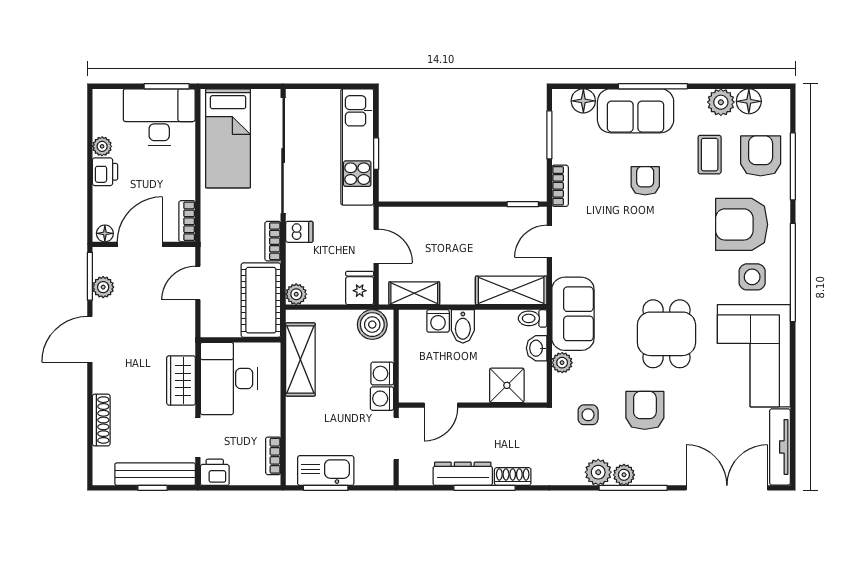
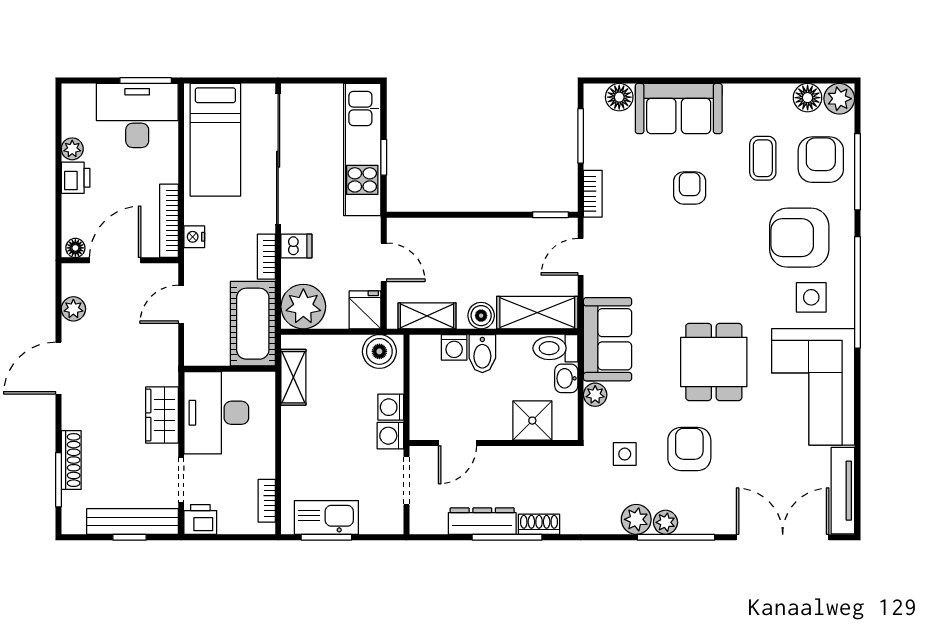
window: (653, 86) -> (698, 81), removed
plant: (721, 102) -> (839, 99), moved
bookcase: (187, 221) -> (169, 221), width x1.56
nightstand: (209, 224) -> (194, 237), added
window: (90, 276) -> (58, 480), moved
boiler: (462, 293) -> (481, 316), added
plant: (296, 294) -> (303, 307), width x1.87, depth x1.87
toilet: (533, 318) -> (555, 348), width x1.37, depth x1.39
shelving: (300, 359) -> (293, 377), width x0.67, depth x0.75

